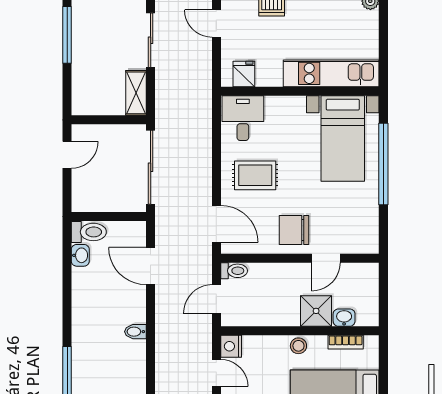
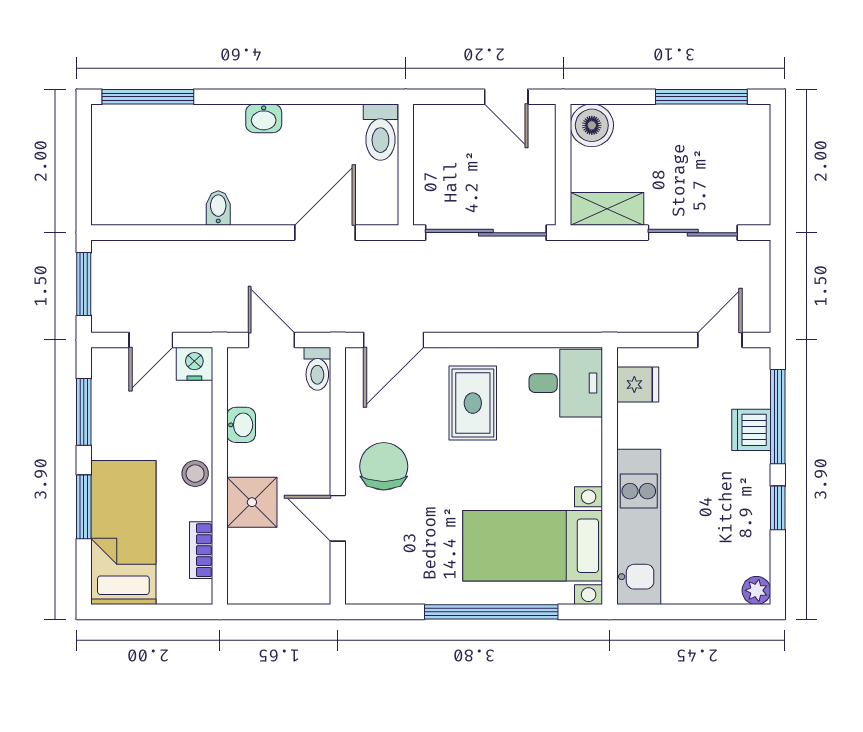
boiler: (85, 102) -> (592, 125), added
washbasin: (80, 255) -> (264, 118), moved
washbasin: (344, 318) -> (241, 425), moved

